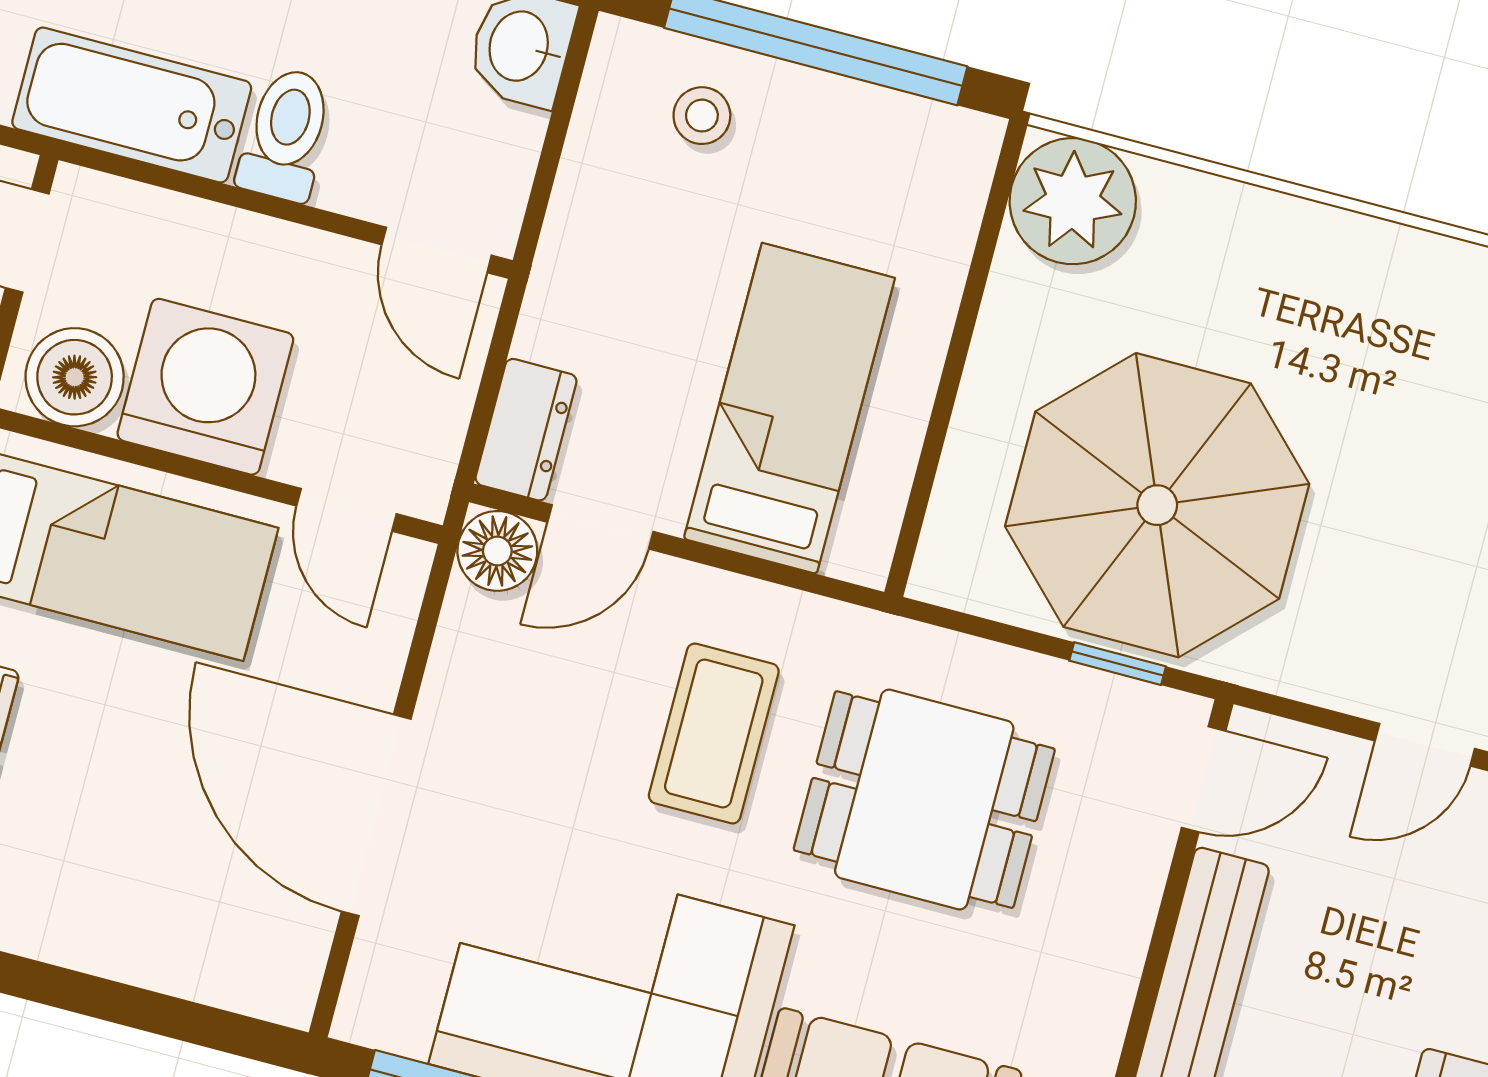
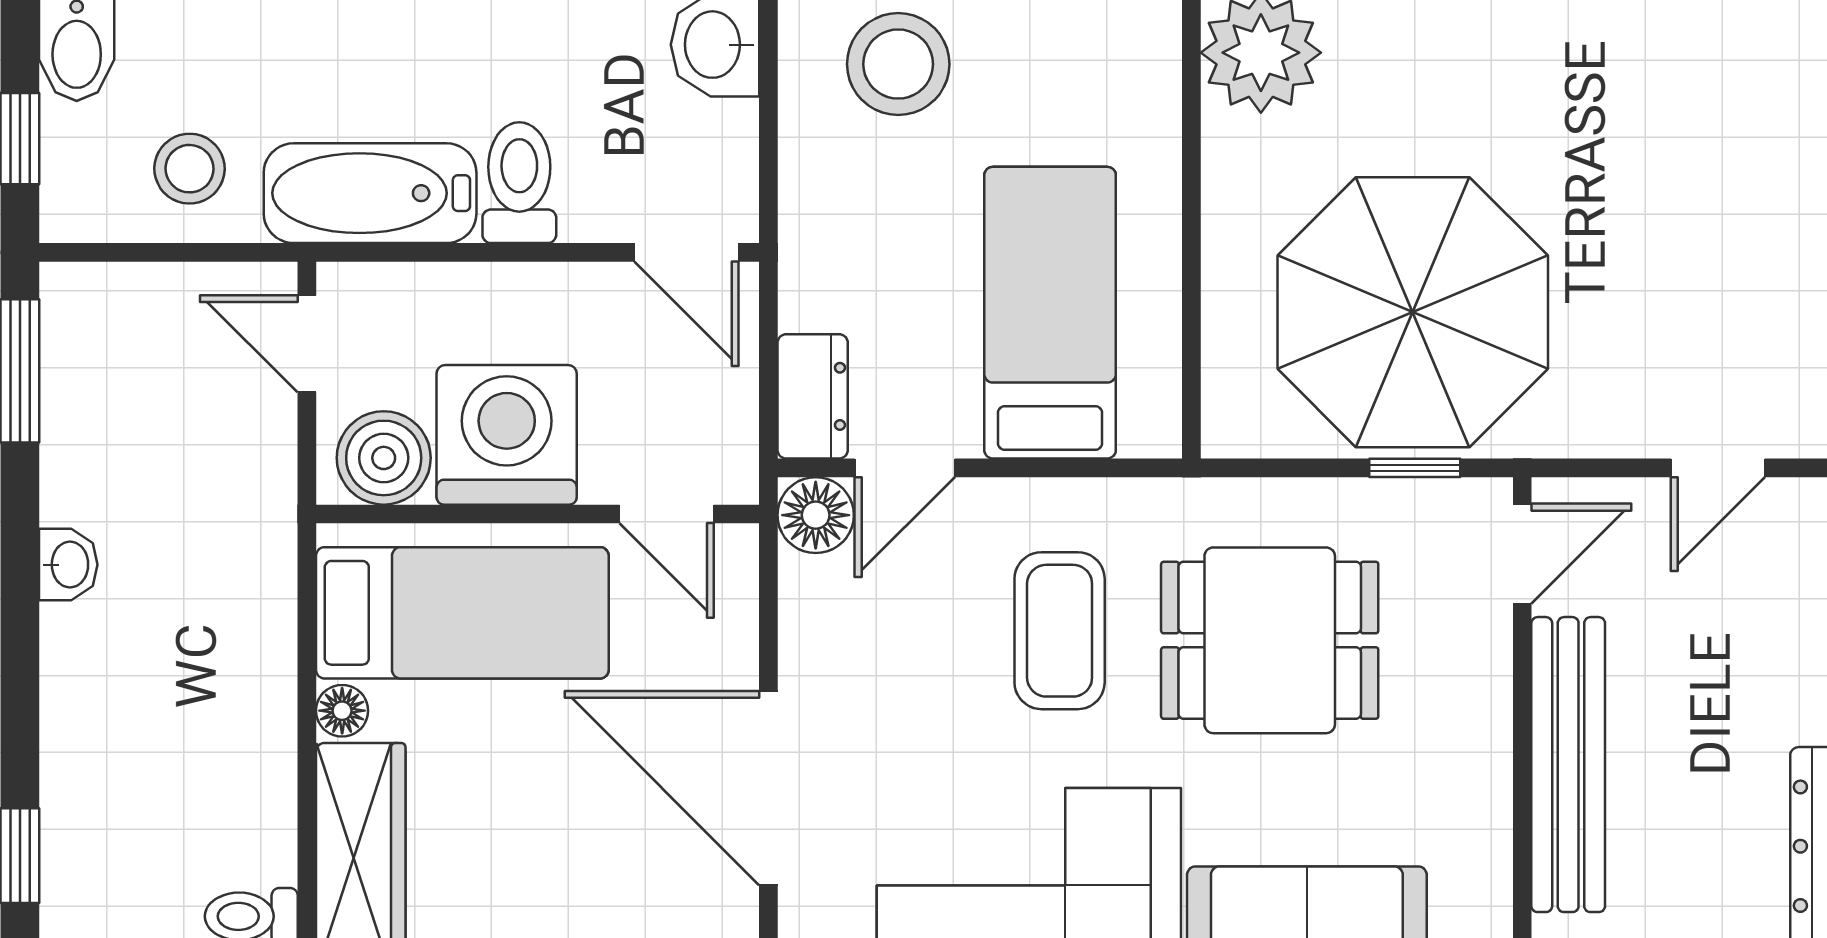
stool: (702, 116) -> (898, 64), width x1.89, depth x1.89

